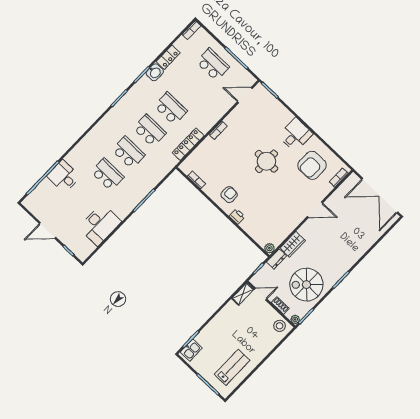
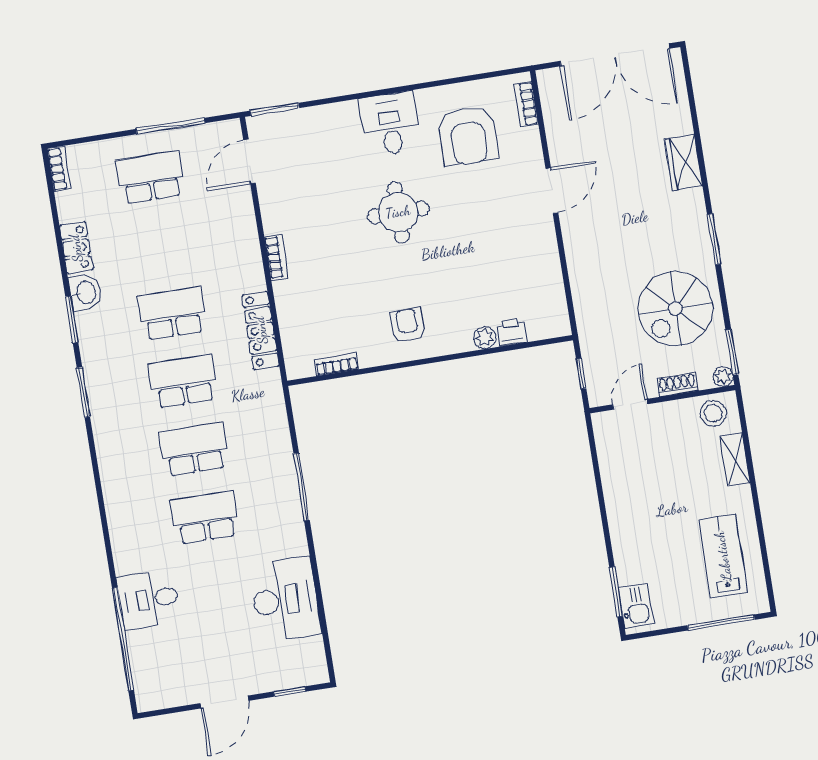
printer: (237, 216) -> (511, 332), moved
wardrobe: (293, 244) -> (684, 163), moved, turned 180
plant: (269, 248) -> (485, 338), moved
dresser: (277, 259) -> (588, 328), removed
shelving: (243, 294) -> (735, 460), moved

